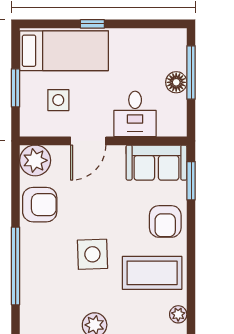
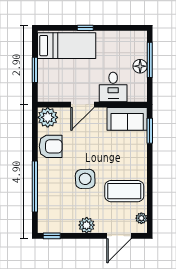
side table: (58, 100) -> (63, 78), removed
armchair: (165, 221) -> (133, 157), removed

